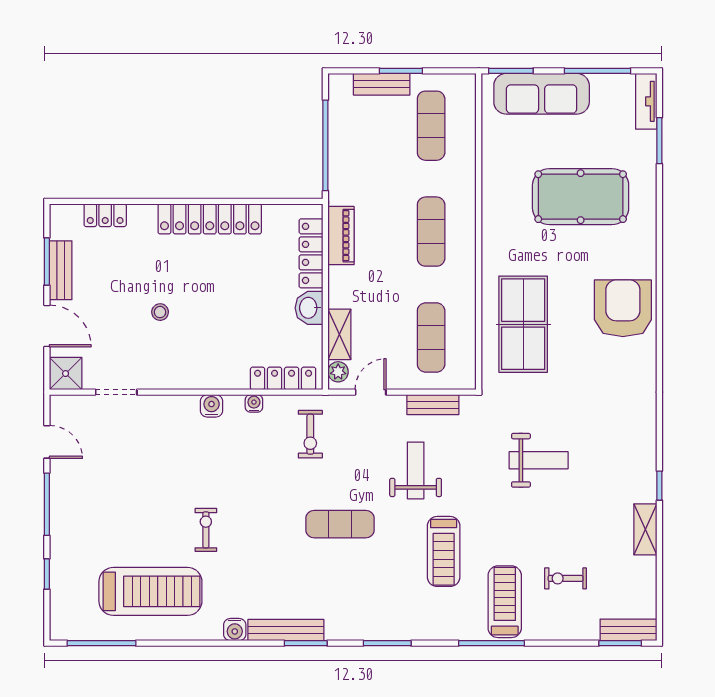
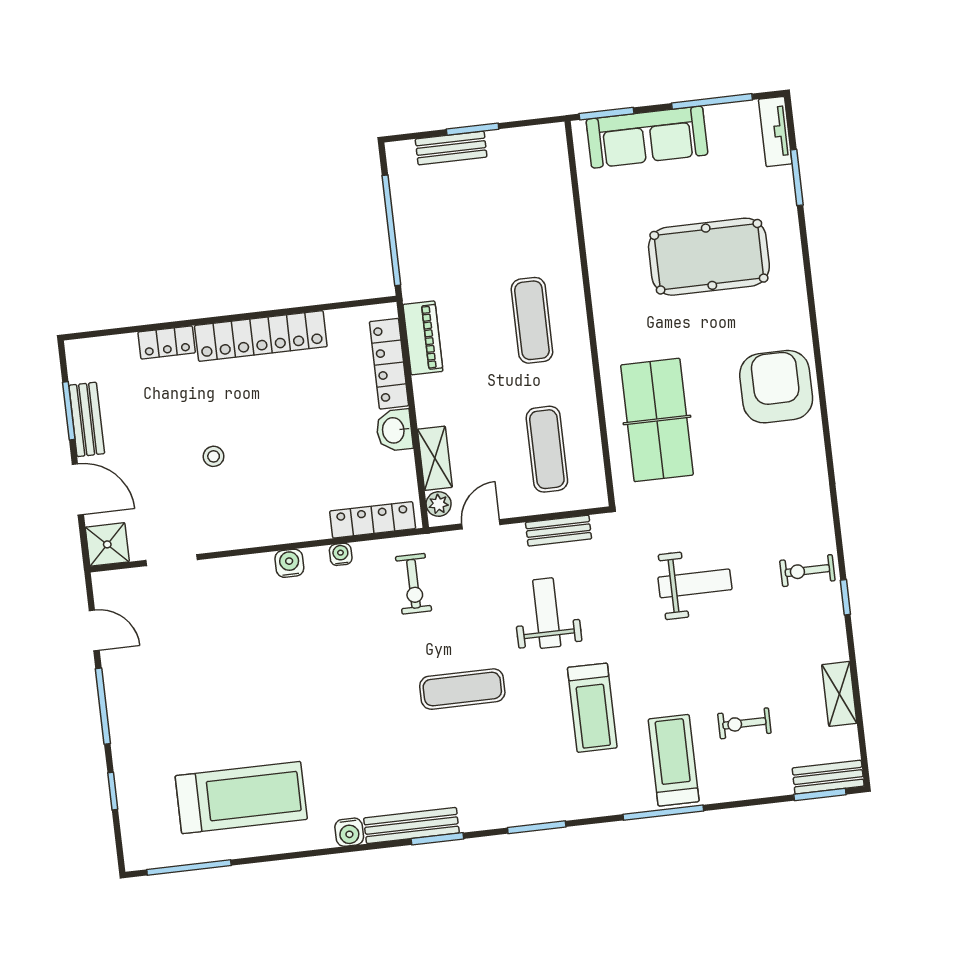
exercise mat: (431, 126) -> (517, 191), removed
locker: (105, 215) -> (167, 342), moved
shelving: (645, 529) -> (839, 694), moved
exercise bike: (206, 530) -> (807, 571), moved, turned -90

